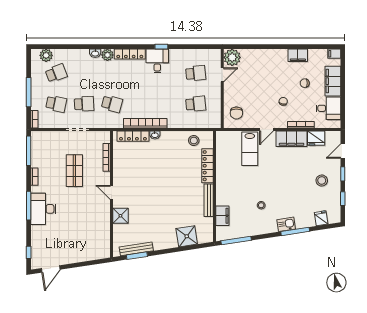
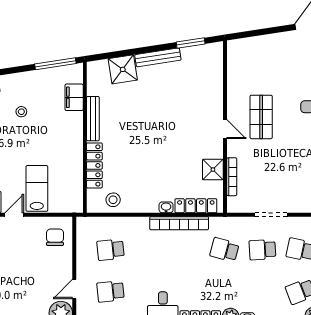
shop shelf: (74, 171) -> (261, 117), moved
shower: (120, 216) -> (213, 170), moved
bench: (136, 249) -> (158, 57), moved

